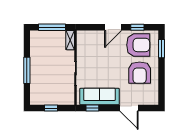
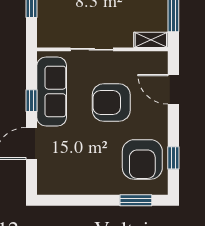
door: (113, 27) -> (173, 89), moved
armchair: (140, 73) -> (111, 103), moved
window: (92, 108) -> (32, 101), moved

